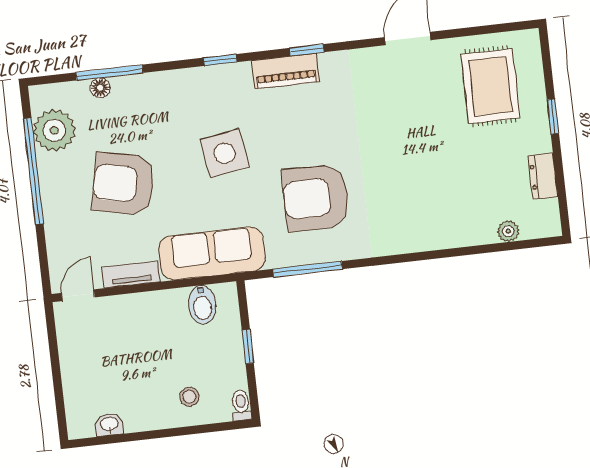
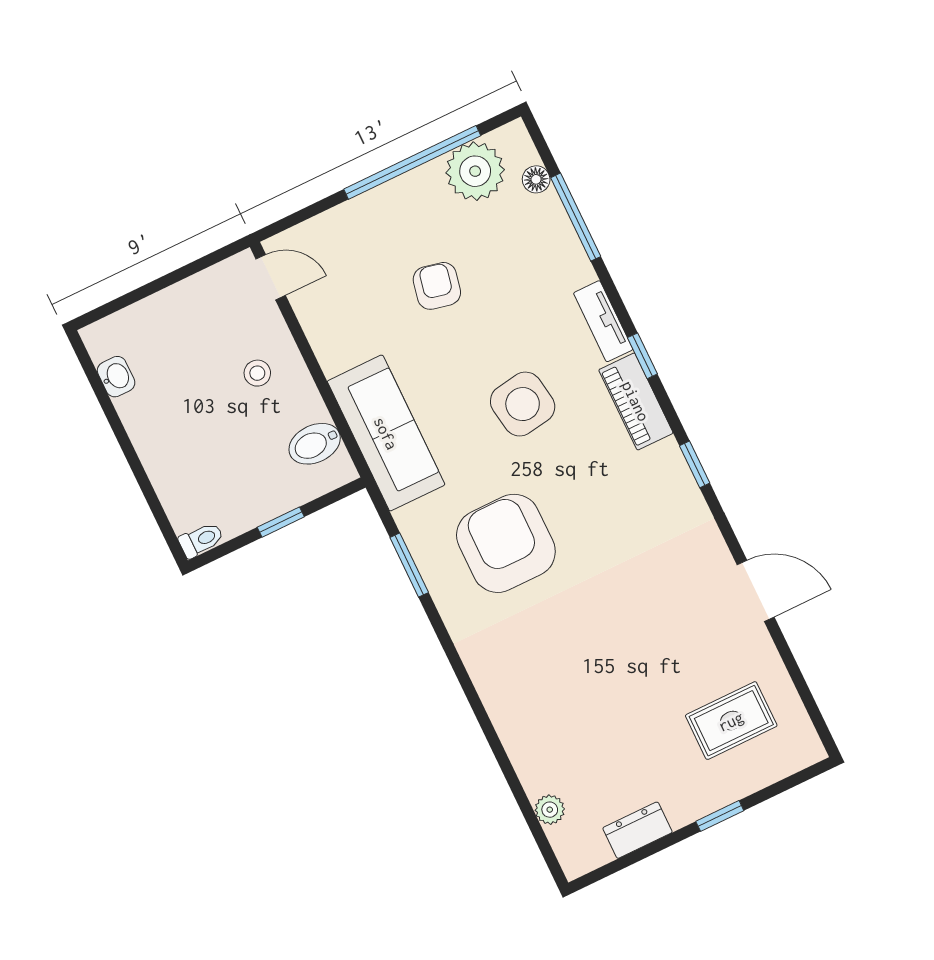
piano: (286, 71) -> (636, 401), moved
rug: (490, 86) -> (731, 721), width x0.73, depth x0.70
floor lamp: (100, 88) -> (536, 179), moved
armchair: (124, 184) -> (437, 286), width x0.53, depth x0.53
window: (308, 269) -> (409, 565), width x0.69
tv unit: (131, 274) -> (603, 321), moved, turned 180
stool: (189, 397) -> (257, 373), moved

